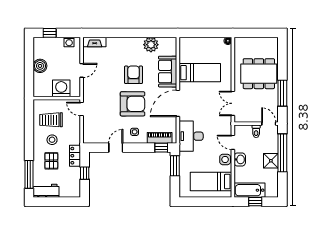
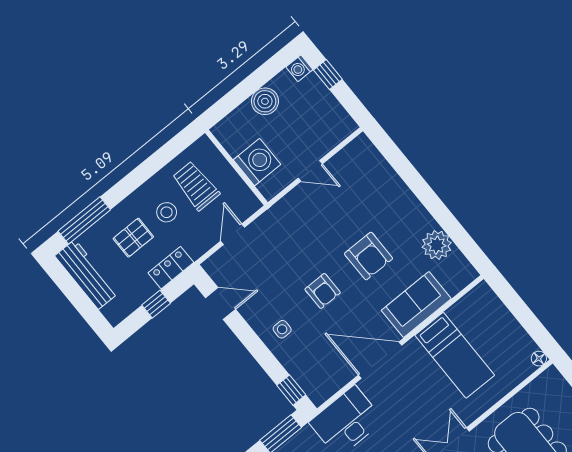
washing machine: (69, 42) -> (299, 68), moved
fireplace: (95, 42) -> (370, 155), removed
armchair: (134, 75) -> (369, 256), turned 90
armchair: (133, 104) -> (323, 291), width x0.53, depth x0.53
door: (82, 109) -> (233, 234), moved
piano: (160, 138) -> (304, 375), removed
door: (116, 148) -> (220, 303), moved
workbench: (46, 191) -> (87, 274), width x1.38

